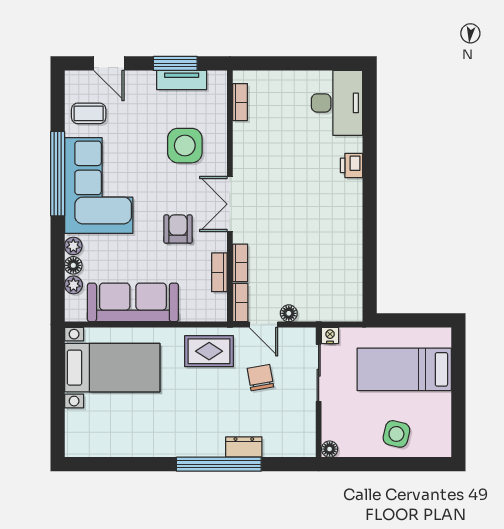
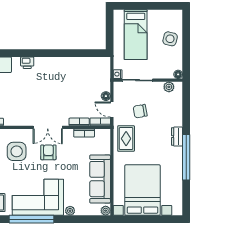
armchair: (178, 229) -> (48, 152), moved, turned 90
floor lamp: (73, 265) -> (80, 211), removed
plant: (73, 285) -> (106, 211), moved
door: (263, 324) -> (112, 110), swing flipped
bed with nightstands: (112, 368) -> (143, 190), width x1.36
plant: (306, 432) -> (169, 87), added
dresser: (244, 447) -> (177, 137), moved
window: (219, 464) -> (186, 157), moved

